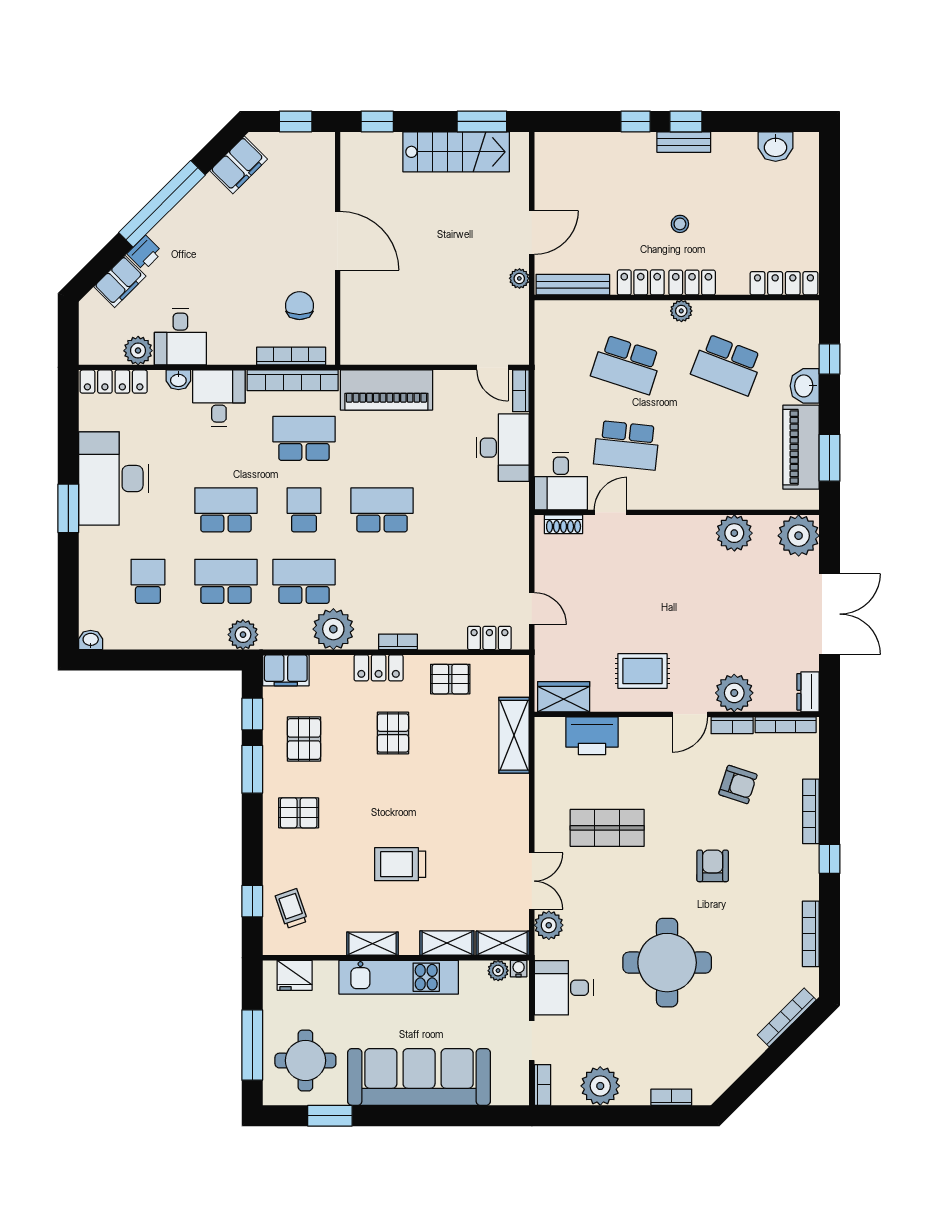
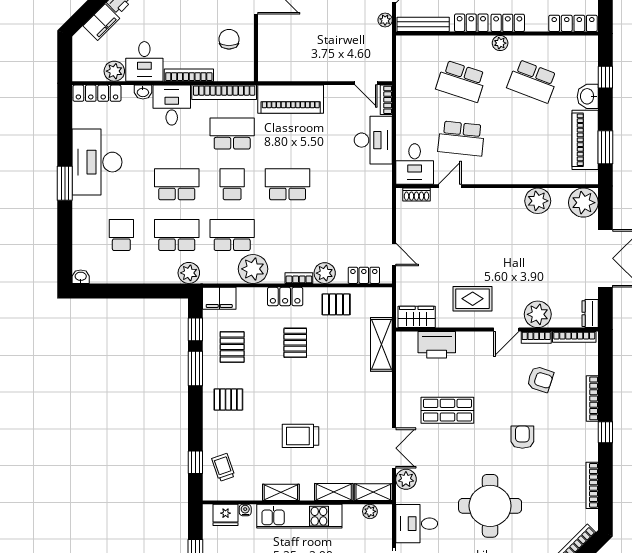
bookcase: (291, 356) -> (189, 75), moved
plant: (434, 635) -> (325, 273), added
water cooler: (519, 969) -> (245, 510), moved

